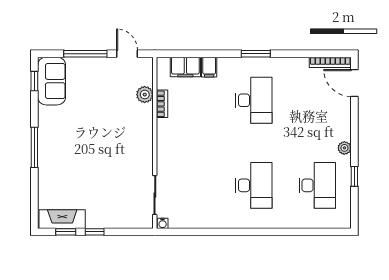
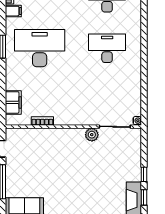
filing cabinet: (209, 67) -> (13, 11), moved
plant: (145, 95) -> (92, 135), moved
desk: (254, 100) -> (40, 48), width x1.36, depth x1.30

